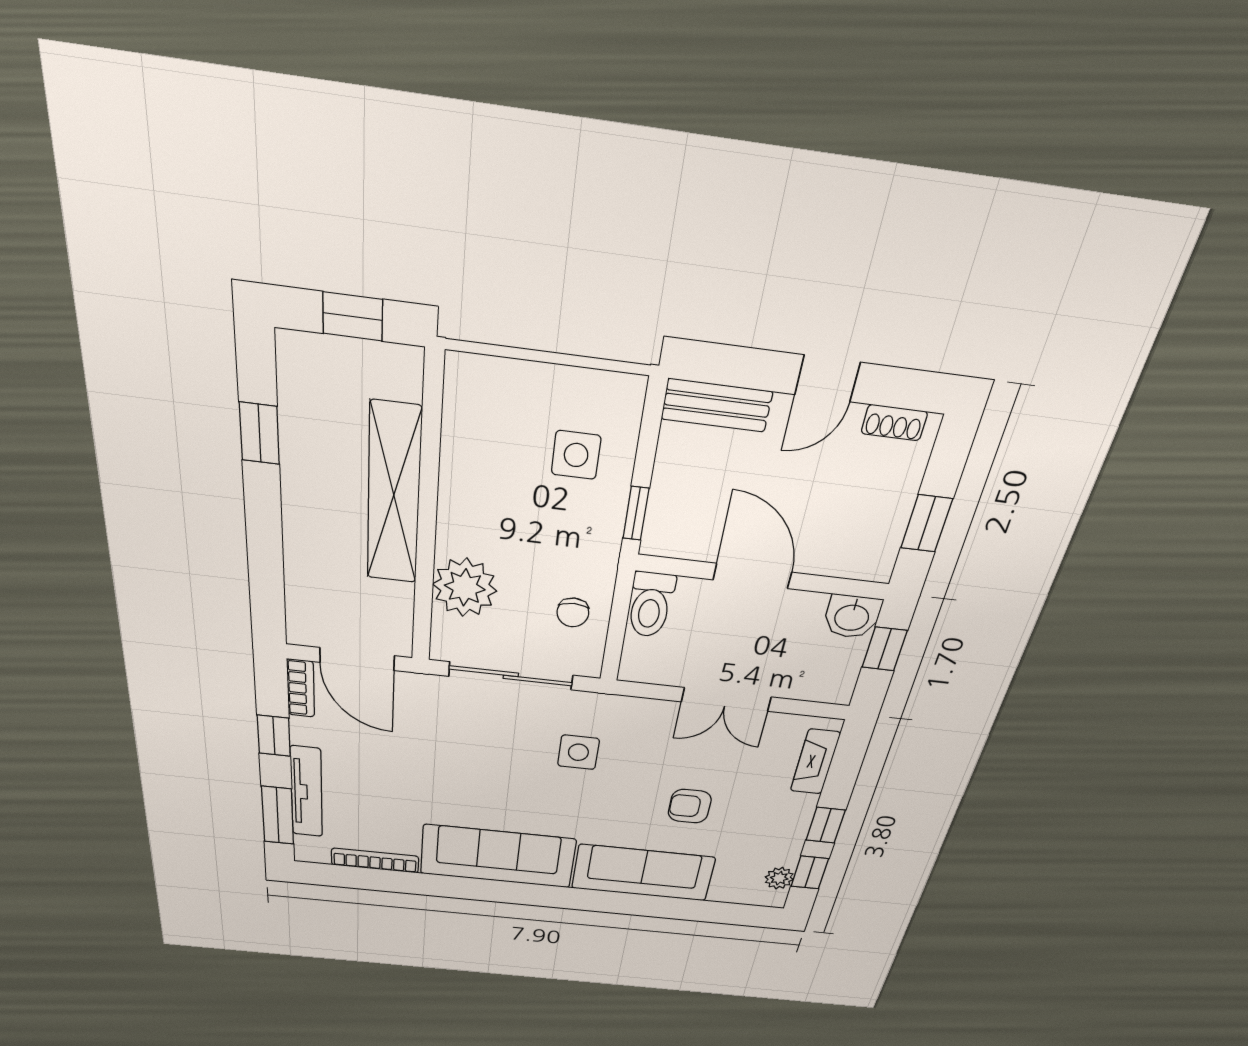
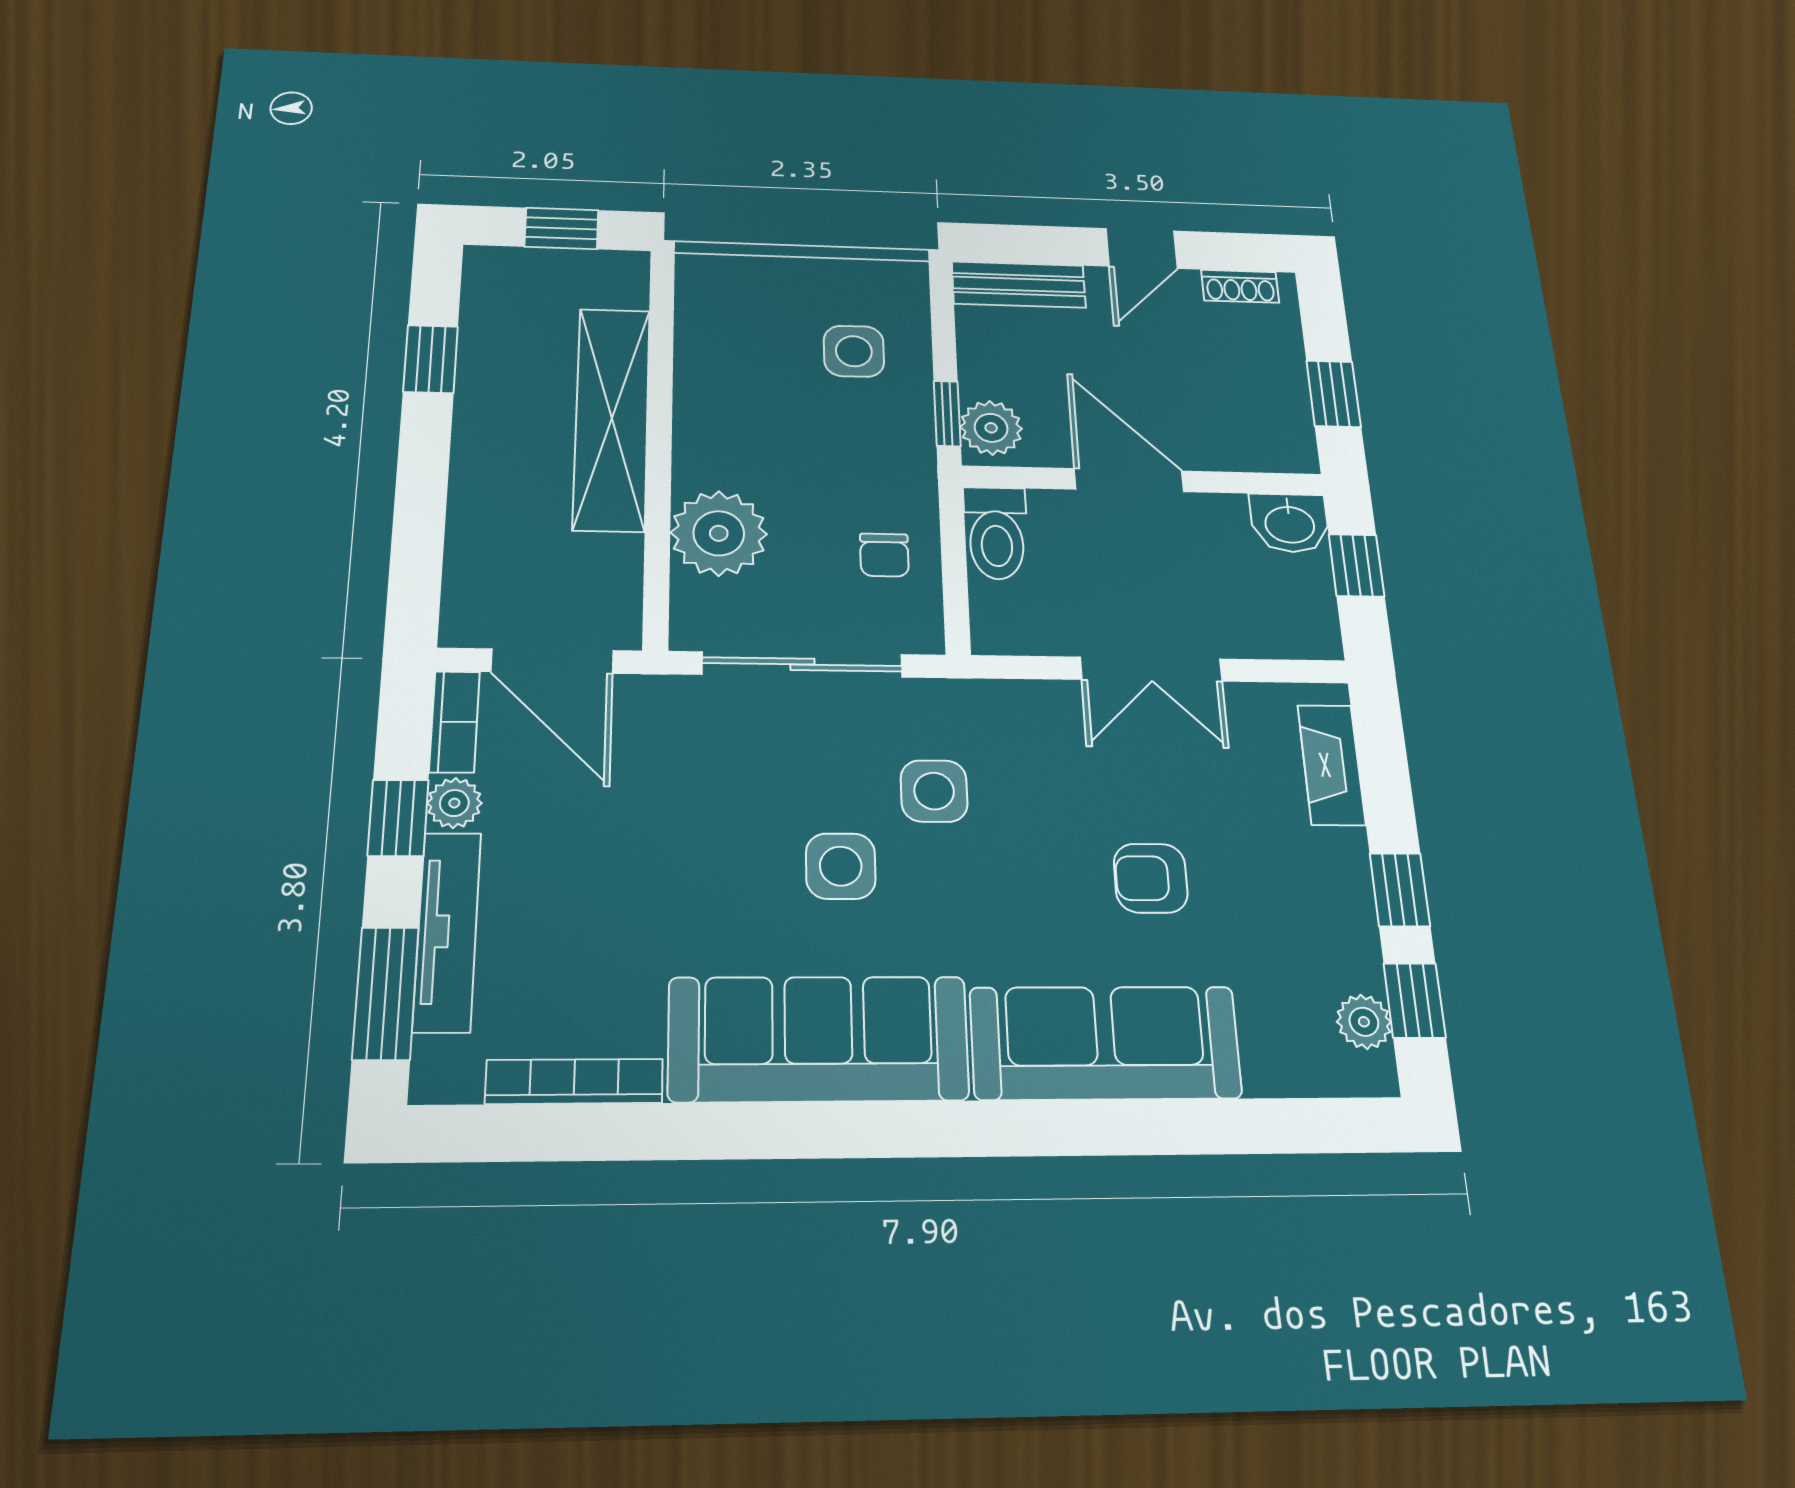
plant: (665, 528) -> (991, 428), added
plant: (305, 731) -> (454, 803), added
side table: (519, 784) -> (841, 866), added

